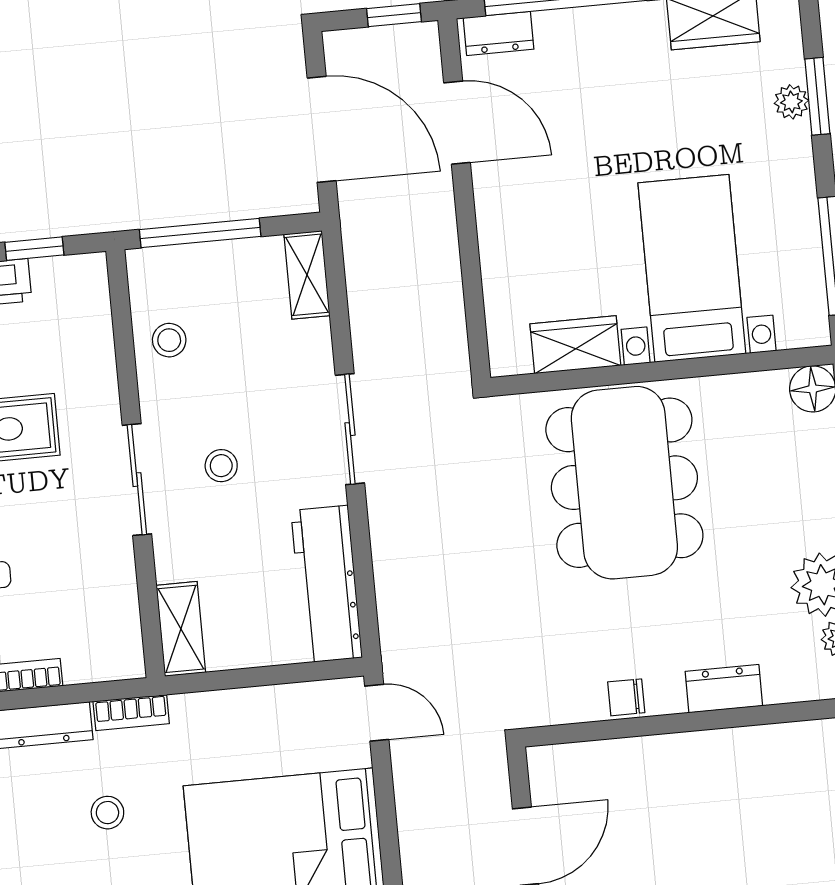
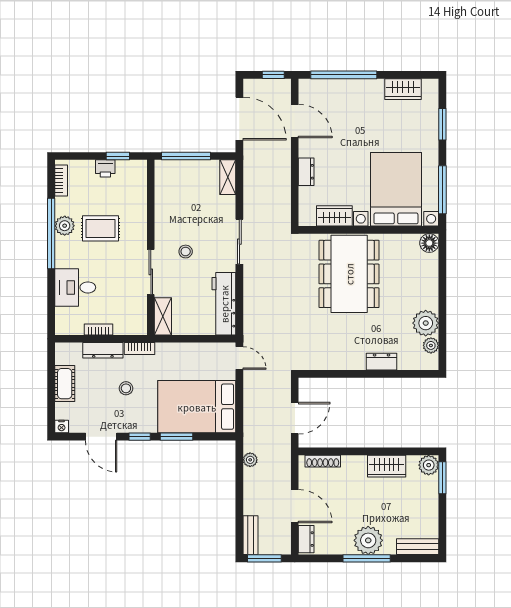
dresser: (499, 33) -> (306, 172), moved, turned -90
plant: (791, 102) -> (432, 125), removed
bed with nightstands: (692, 268) -> (396, 189), width x1.36
stool: (169, 340) -> (169, 198), removed
sliding door: (137, 480) -> (151, 272), moved
chair: (626, 697) -> (341, 361), removed

